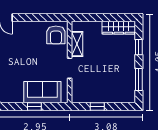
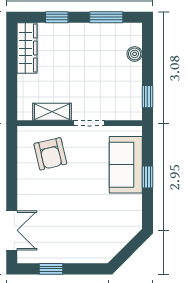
armchair: (56, 35) -> (50, 154), moved, turned 77
boiler: (115, 98) -> (135, 54), added
window: (97, 106) -> (147, 97), moved

